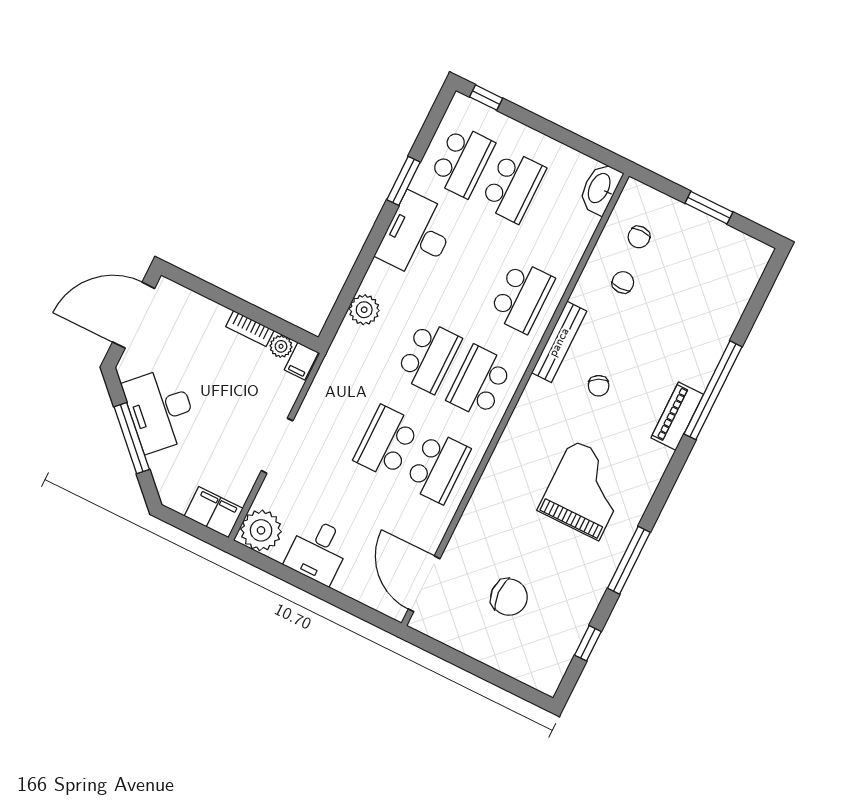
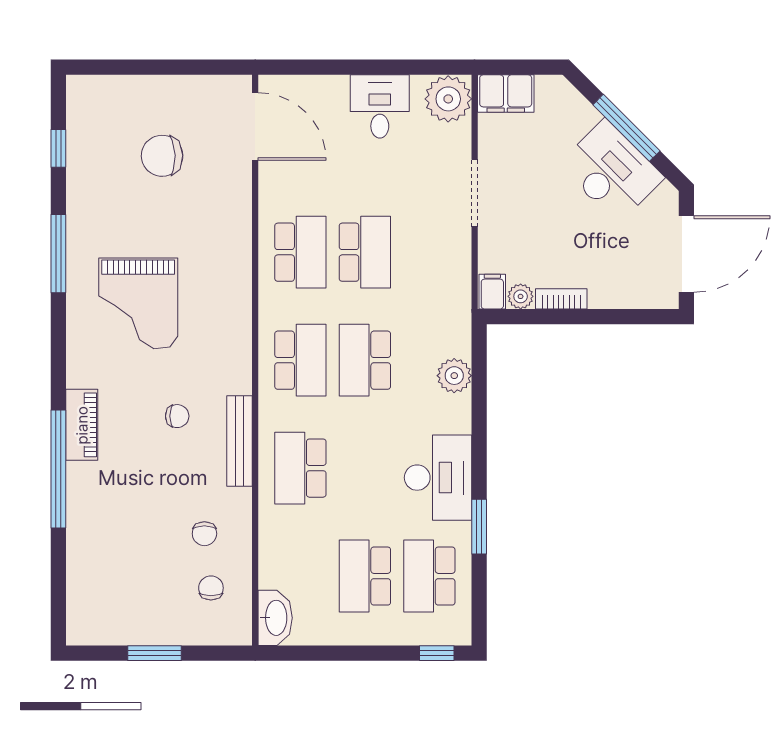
chair: (599, 386) -> (177, 416), turned 118
school desk: (437, 467) -> (300, 252), turned 180

